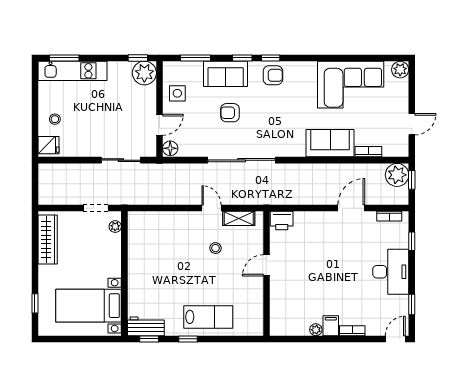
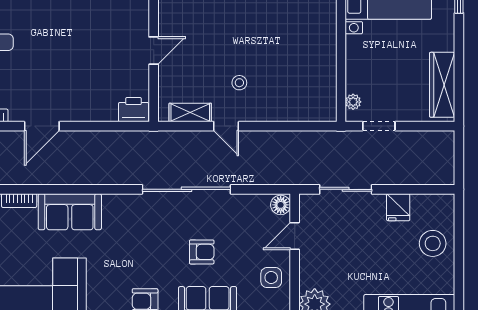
stool: (55, 119) -> (433, 243), width x1.89, depth x1.89
fridge: (49, 145) -> (398, 207), moved, turned -90
stool: (215, 248) -> (239, 83), moved

